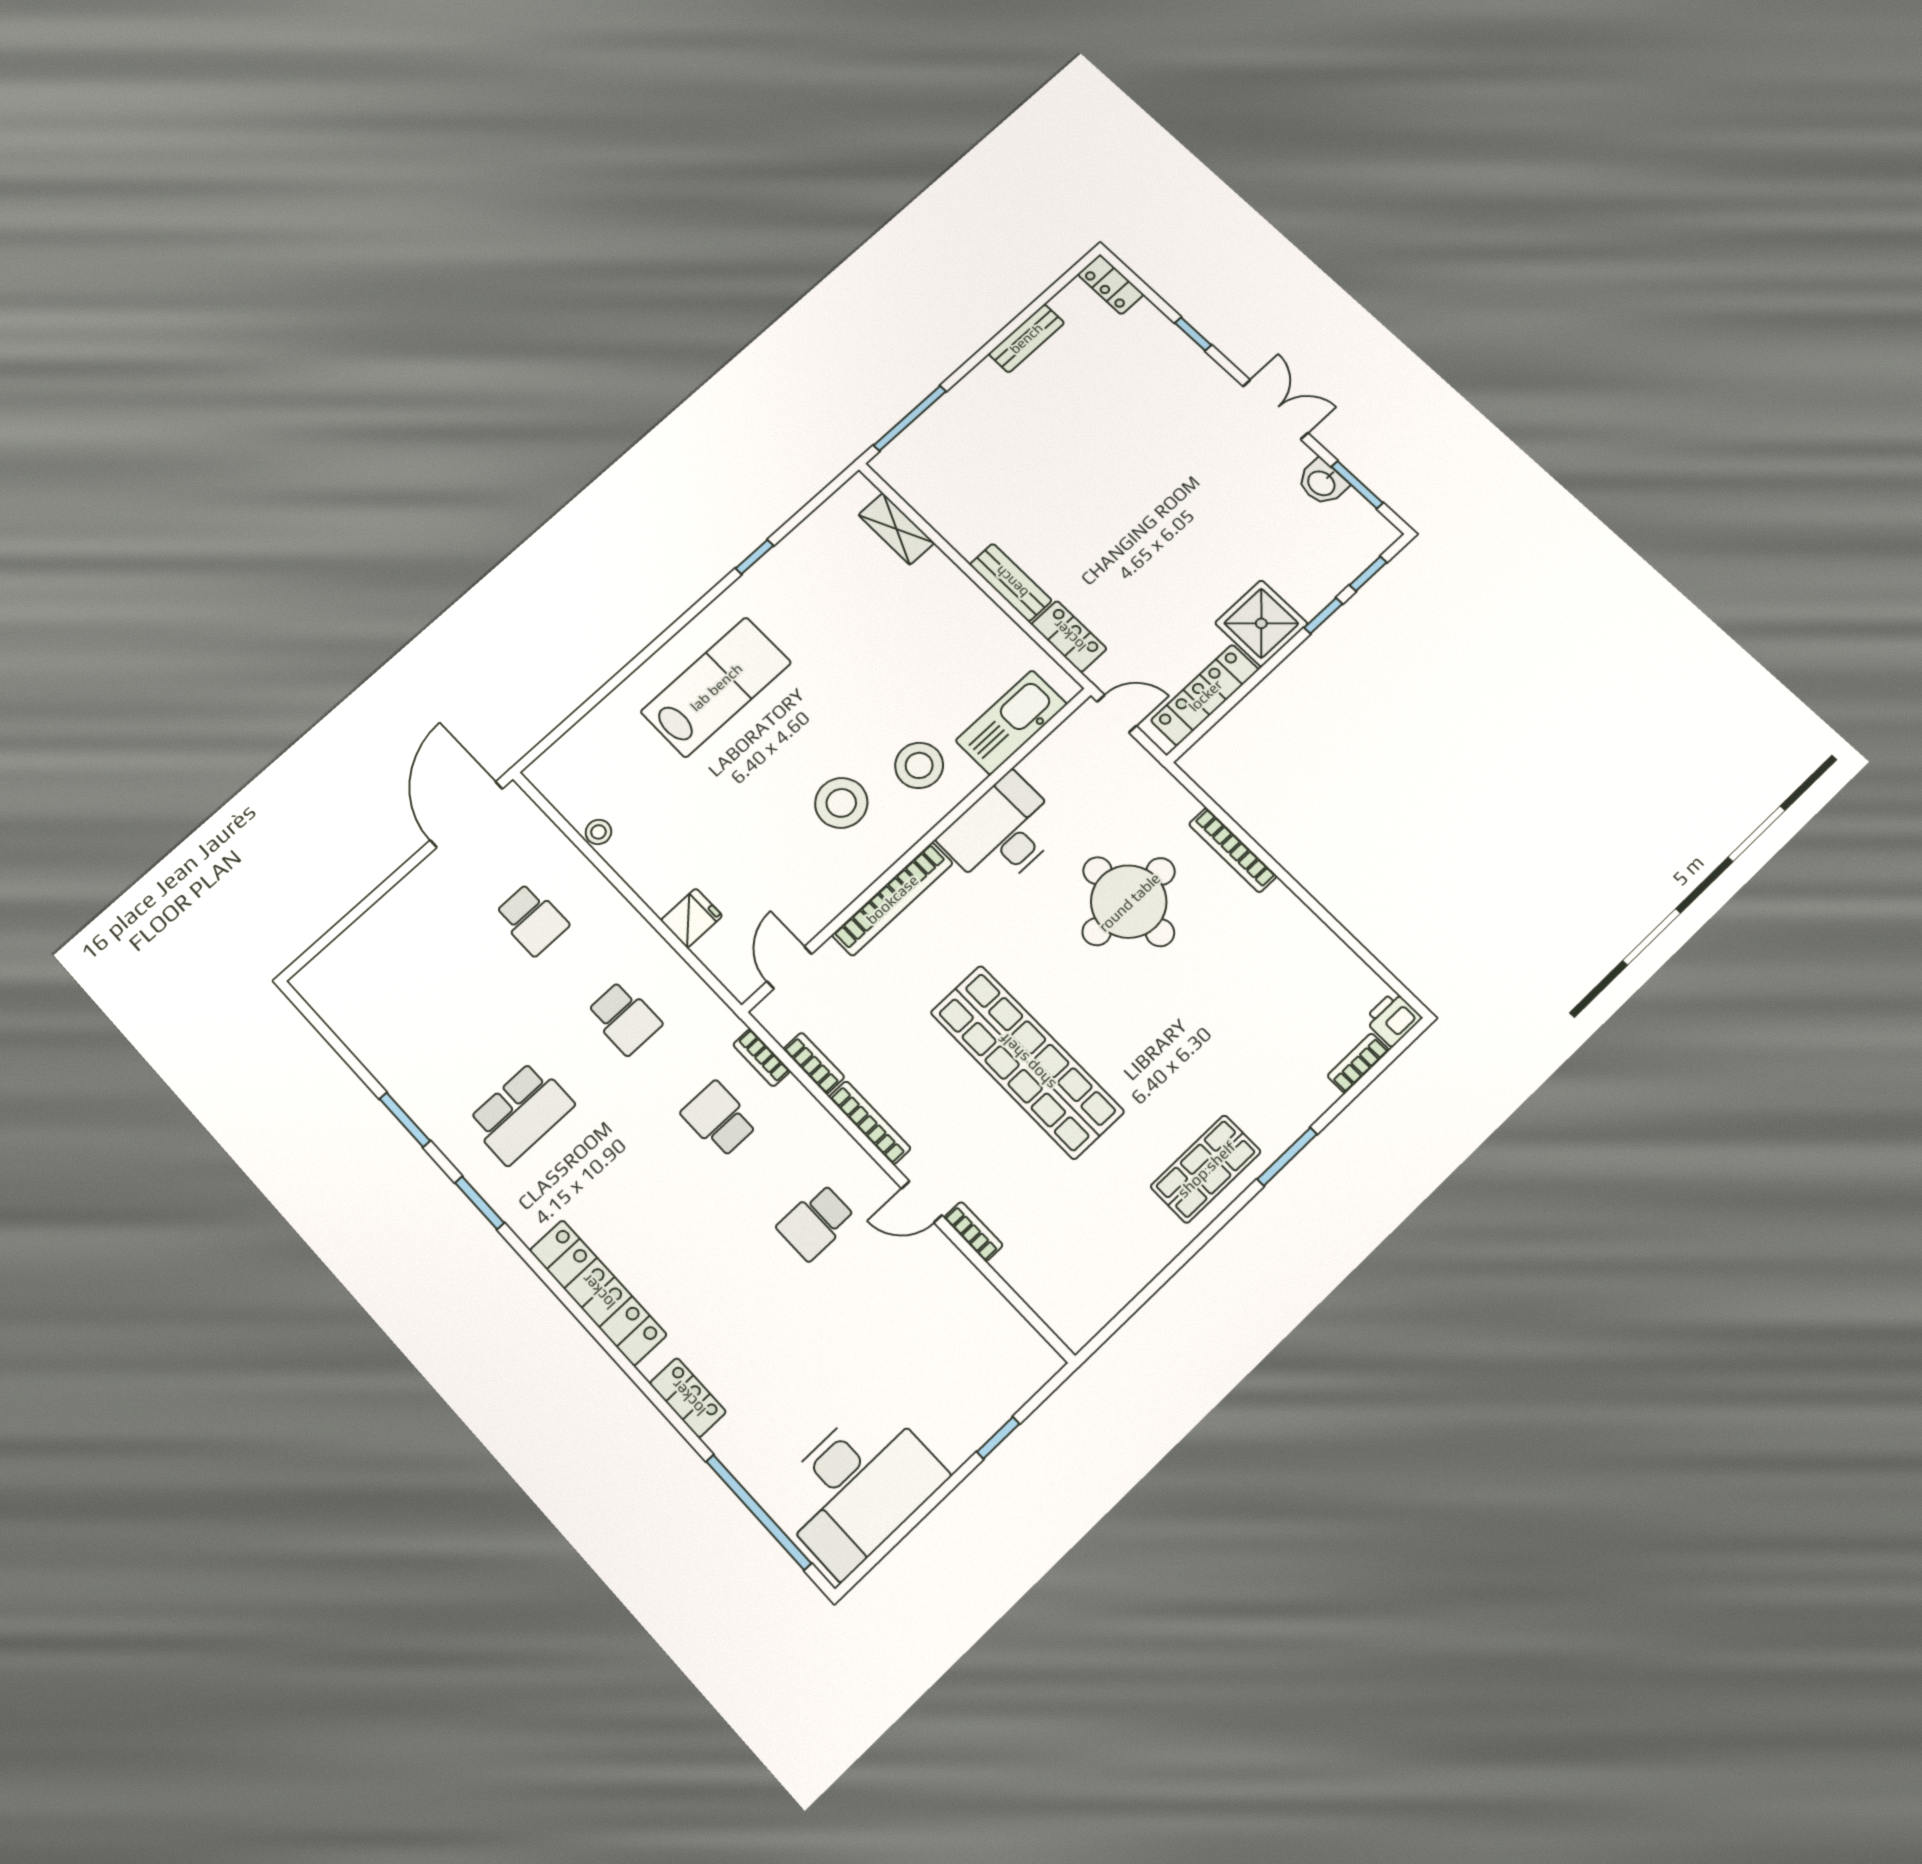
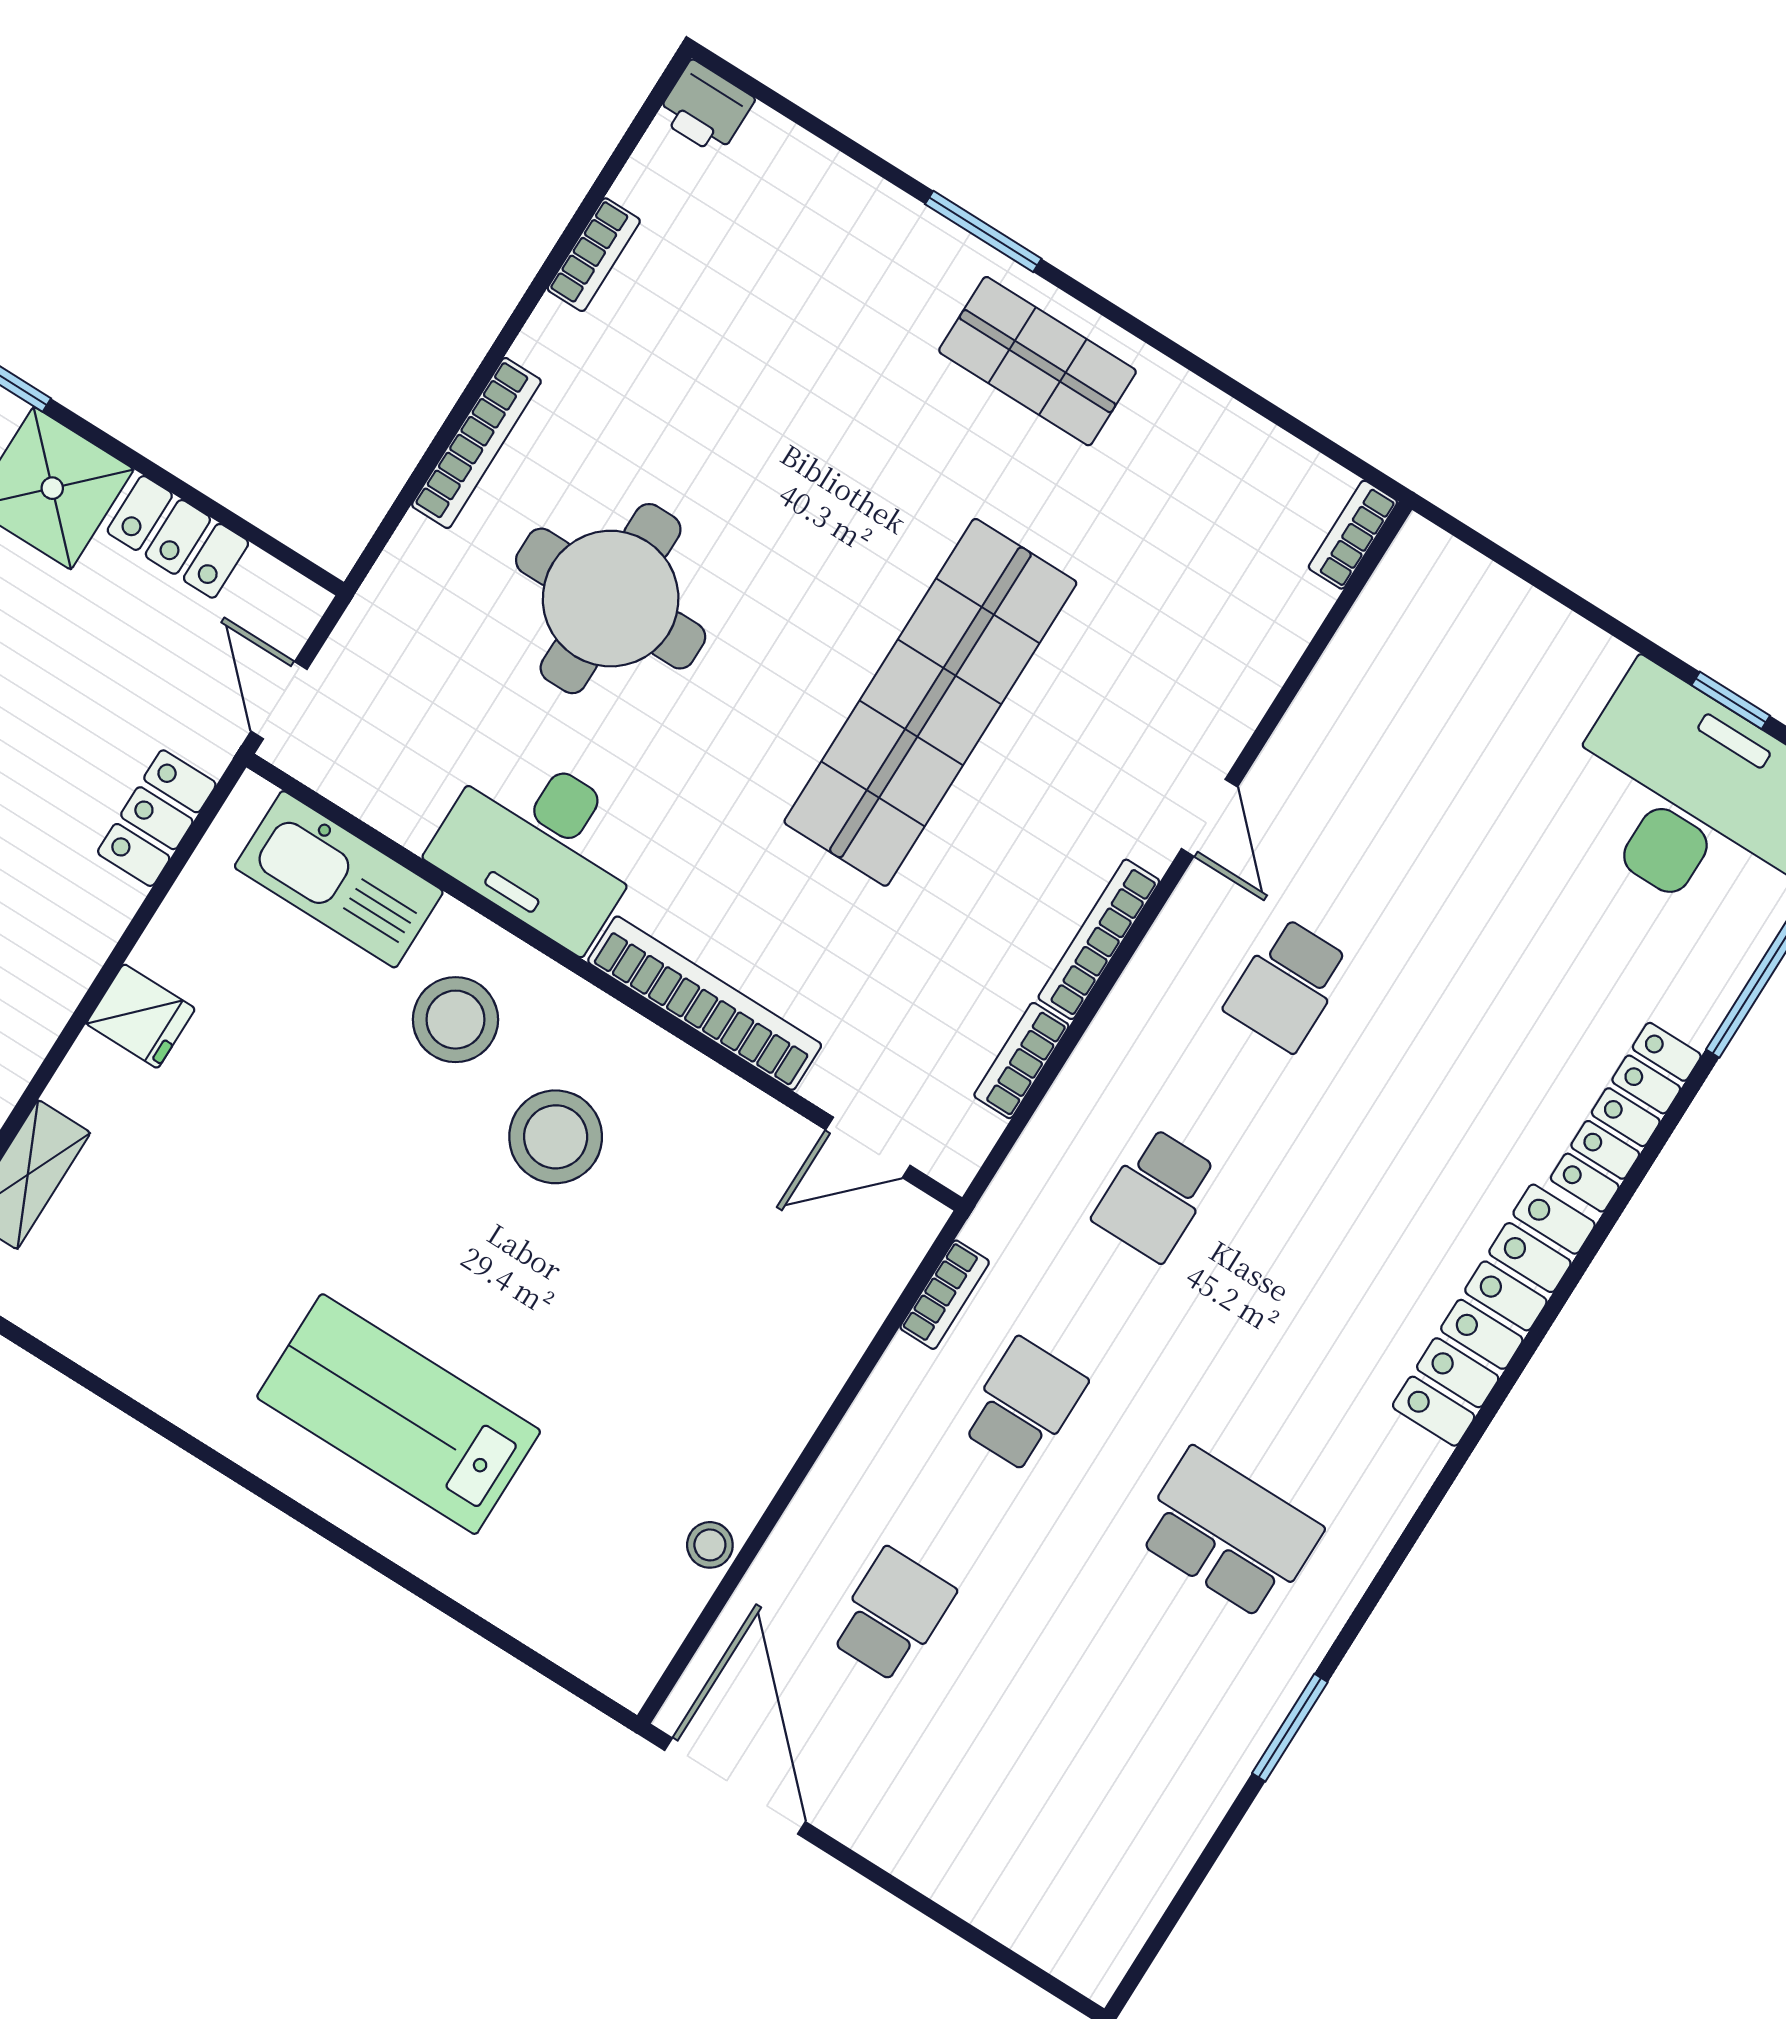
window: (755, 557) -> (141, 1413), removed
bench: (1011, 582) -> (80, 946), removed
locker: (1205, 695) -> (178, 537), width x0.66
door: (466, 814) -> (735, 1786), swing flipped
fridge: (692, 918) -> (141, 1016), moved, turned 180
bookcase: (762, 1058) -> (945, 1295), moved
bookcase: (1358, 1063) -> (594, 255), moved, turned -90
window: (480, 1203) -> (1396, 1558), removed
school desk: (816, 1222) -> (1288, 985), turned 90
bookcase: (973, 1231) -> (1353, 535), moved
locker: (688, 1398) -> (1626, 1117), width x1.53
window: (998, 1438) -> (1731, 700), moved

